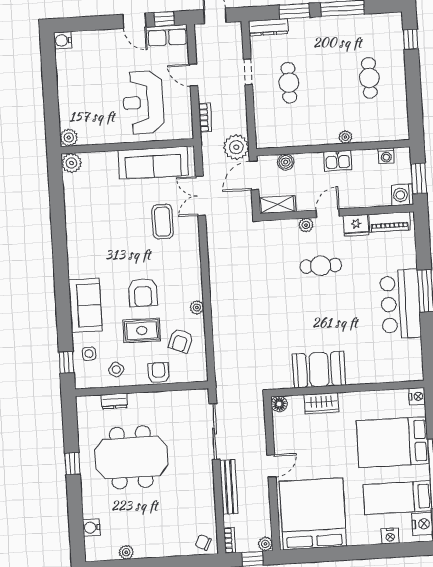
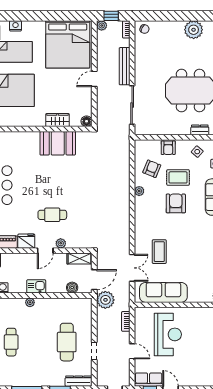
cafe table: (289, 83) -> (67, 342), width x1.37, depth x1.35
plant: (126, 552) -> (194, 30), width x1.88, depth x1.88

